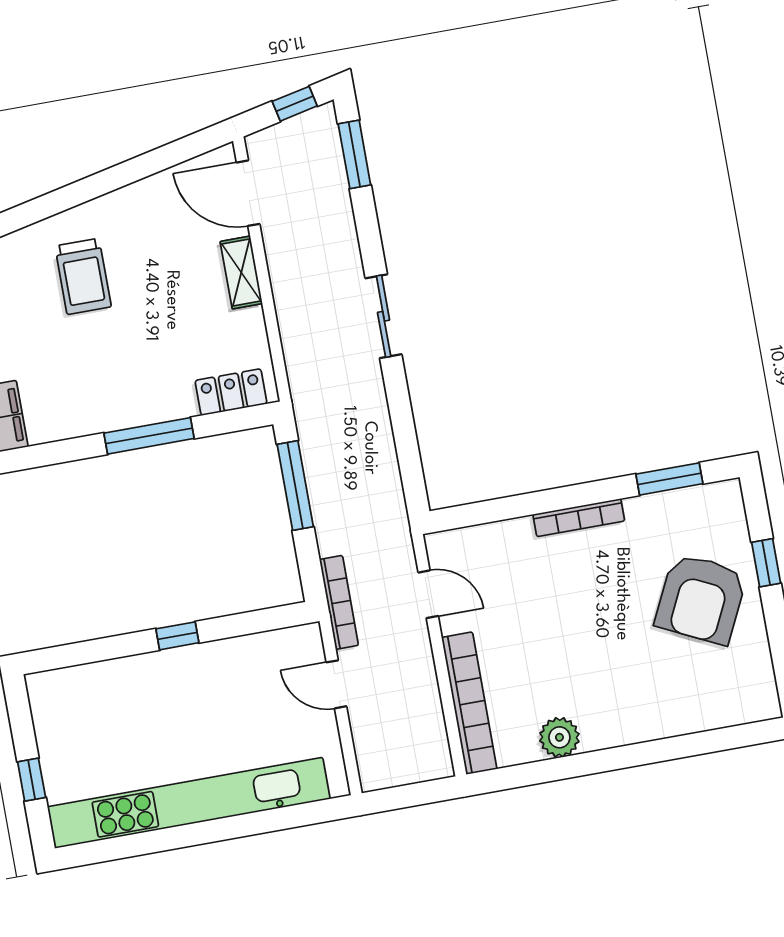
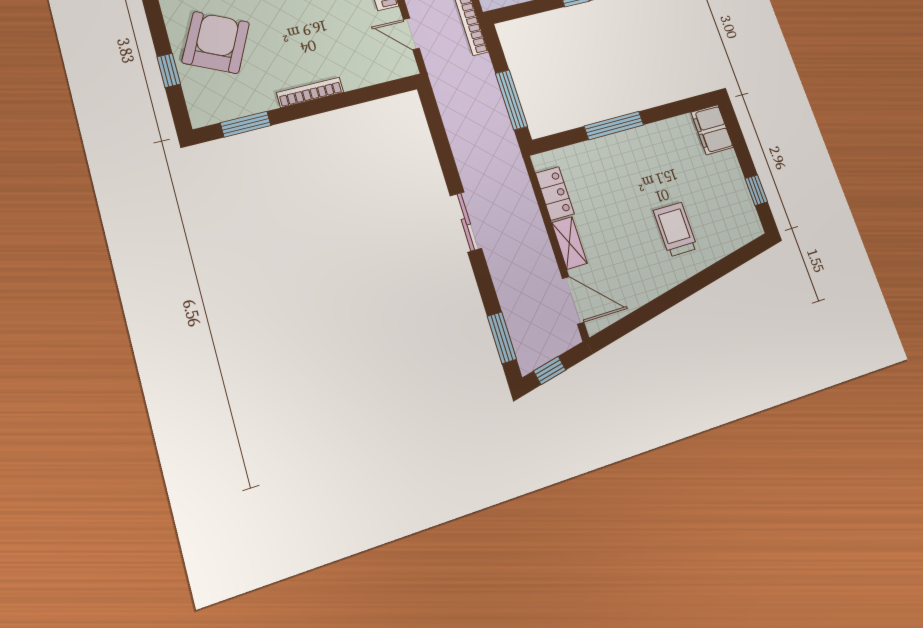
locker: (231, 392) -> (555, 193), moved, turned -90

